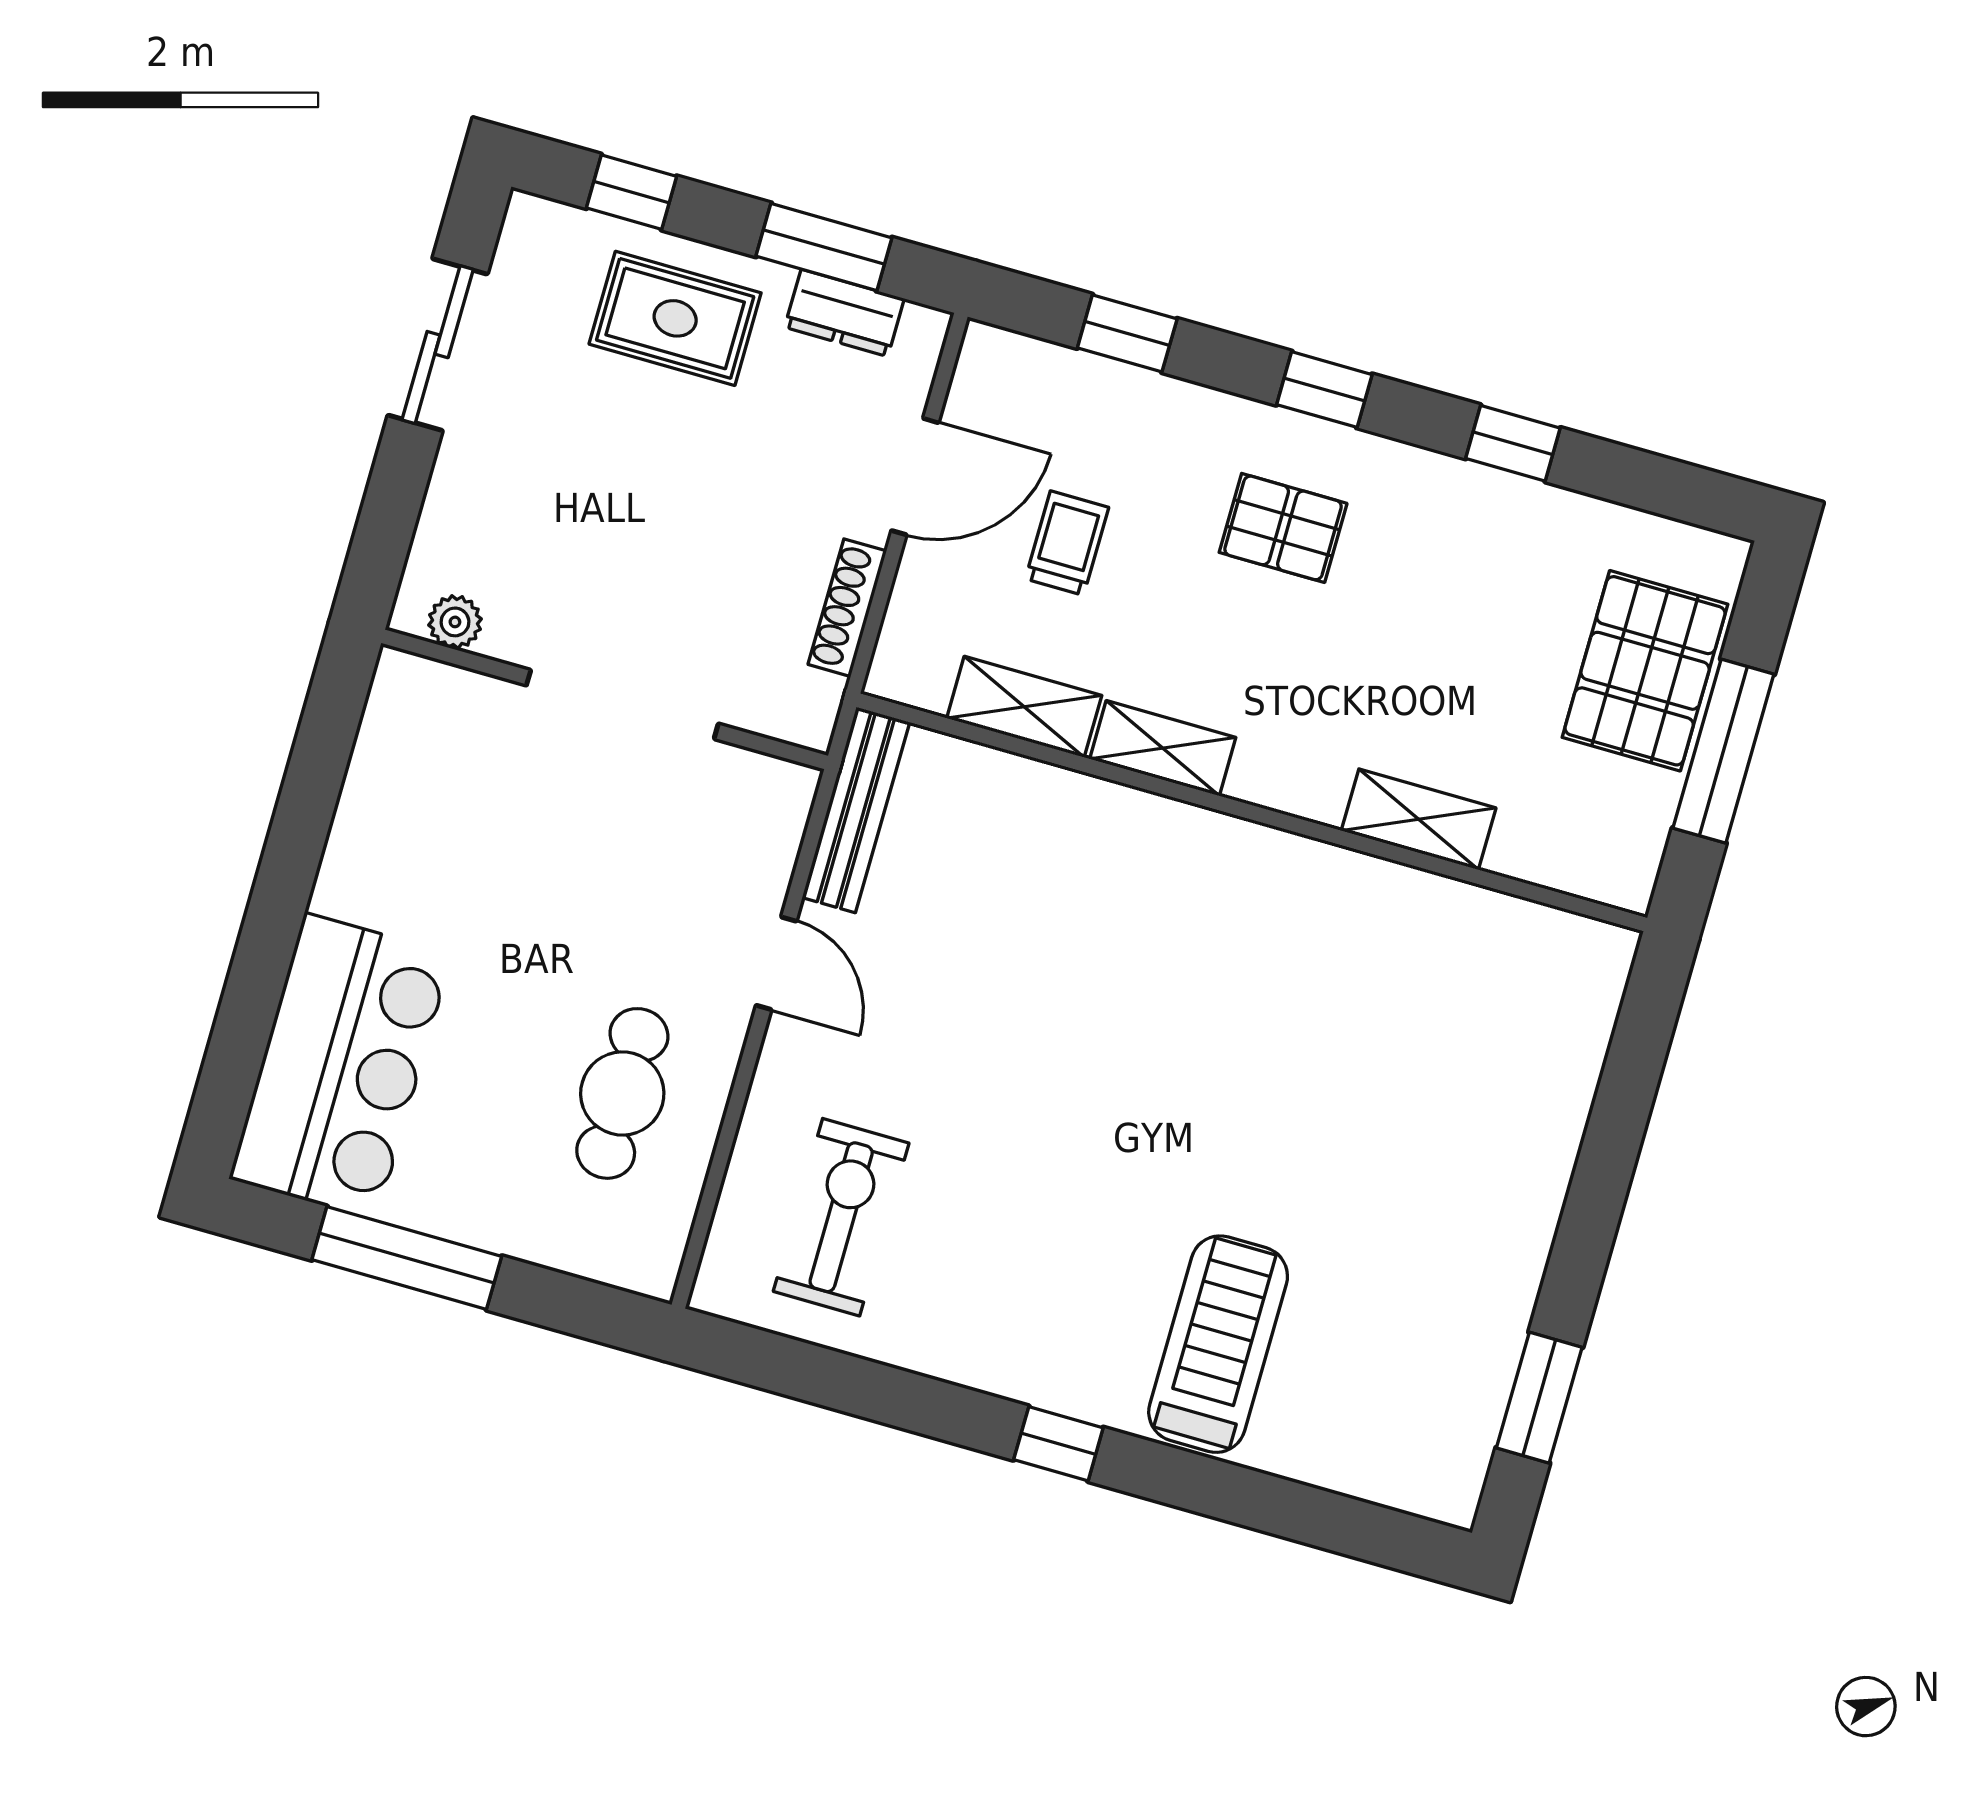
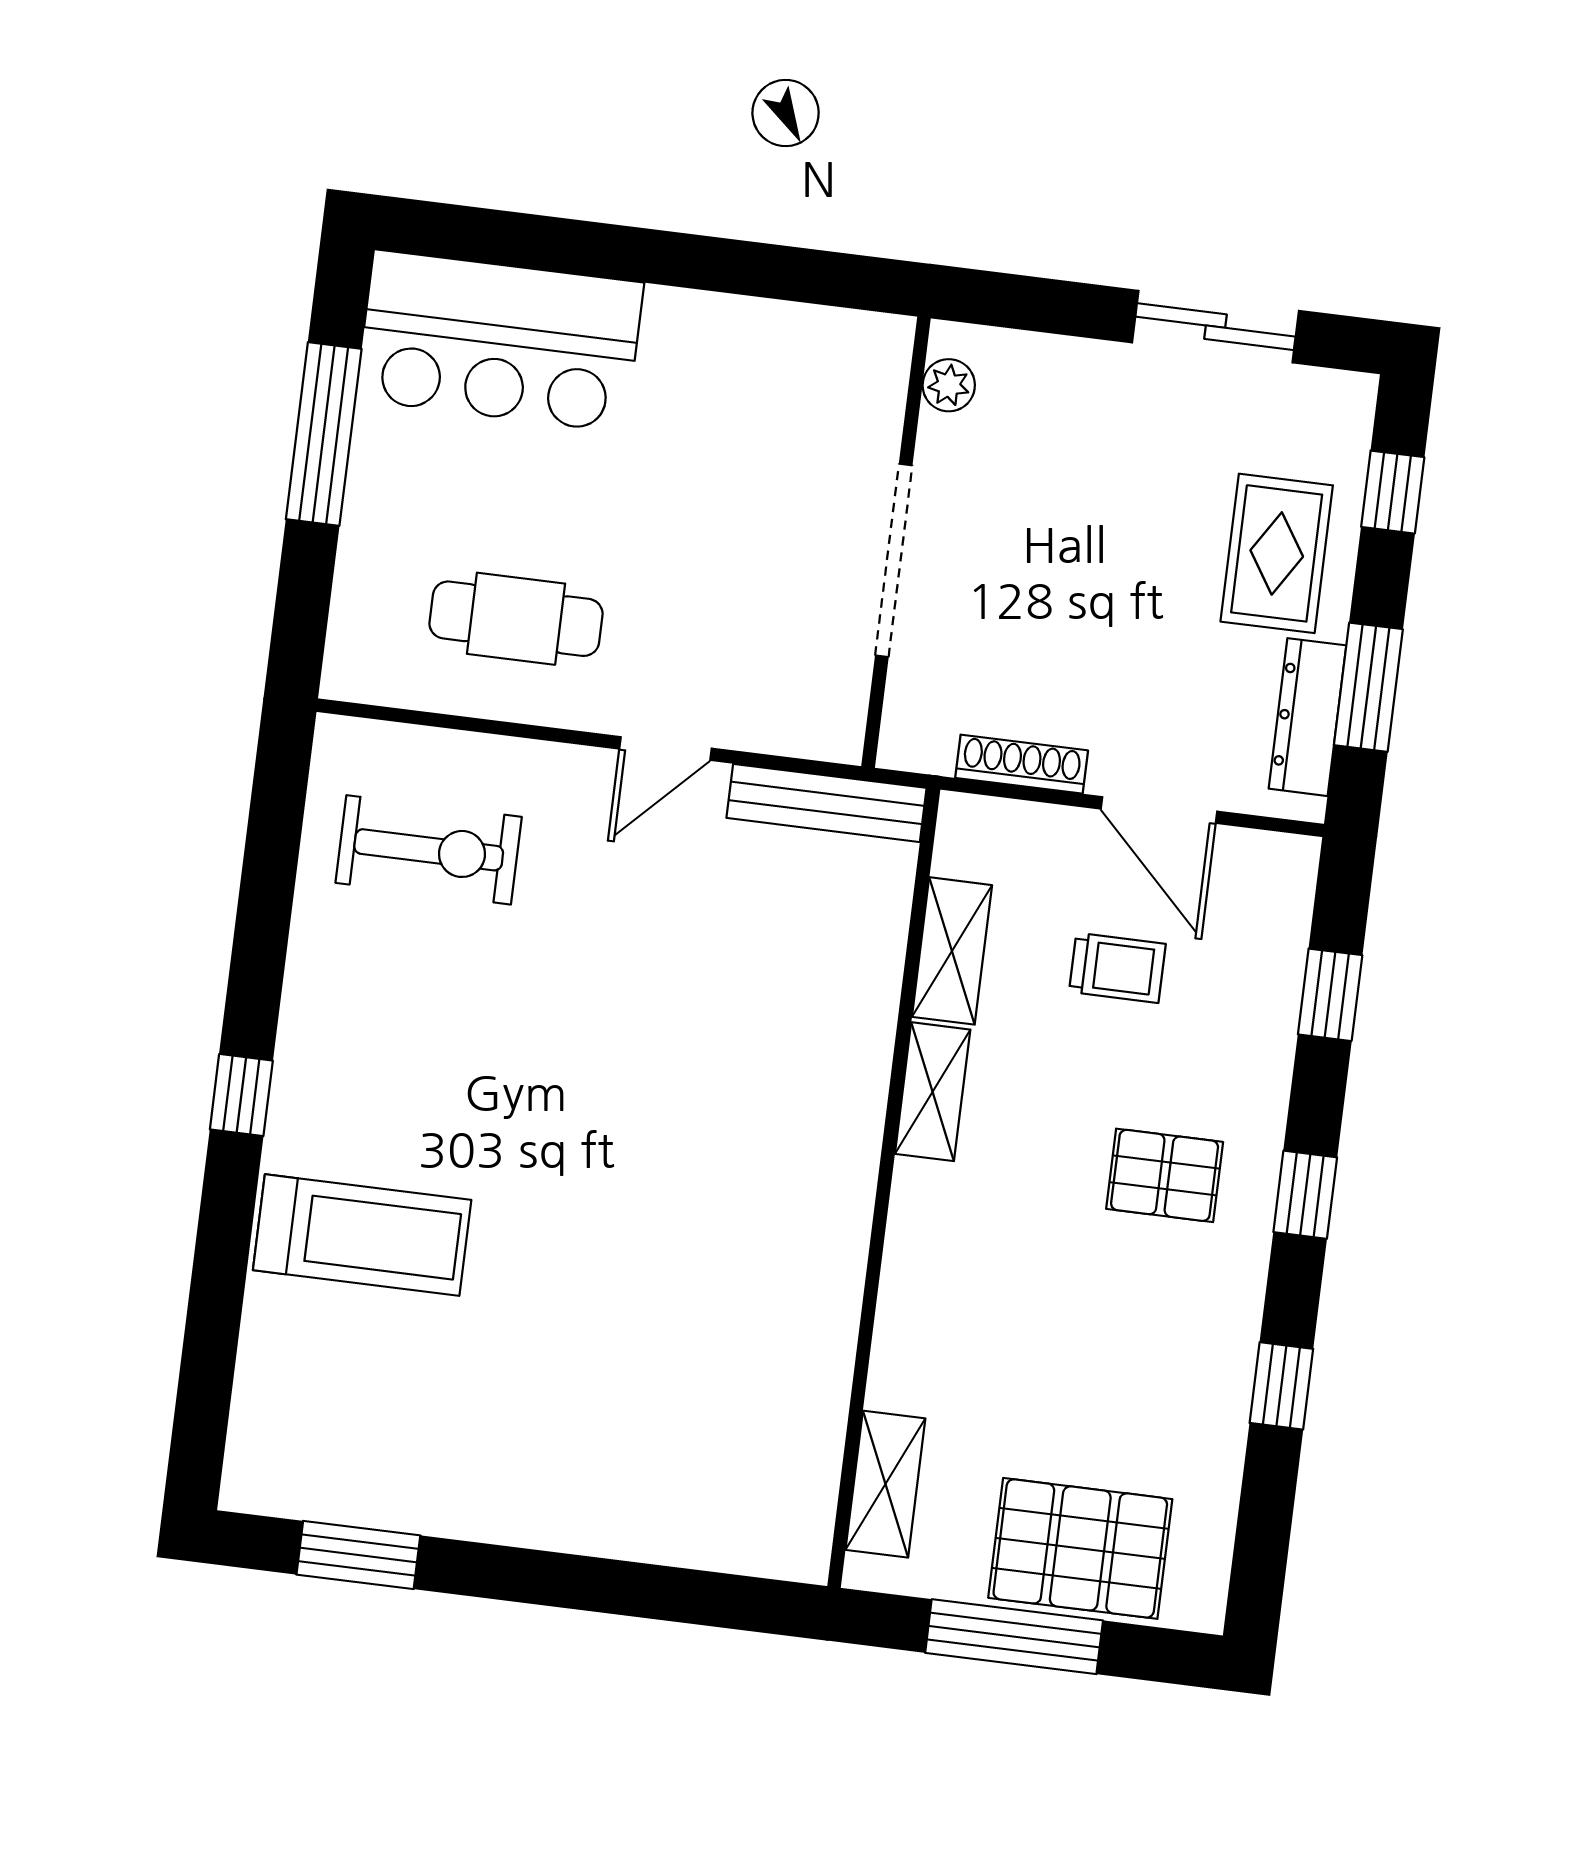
dresser: (844, 313) -> (1307, 717), width x1.44
pallet: (1283, 528) -> (1165, 1175), turned 90
shelving: (1419, 819) -> (885, 1484), moved

